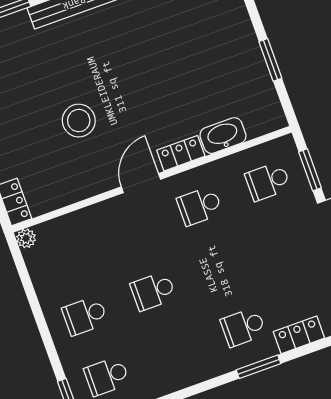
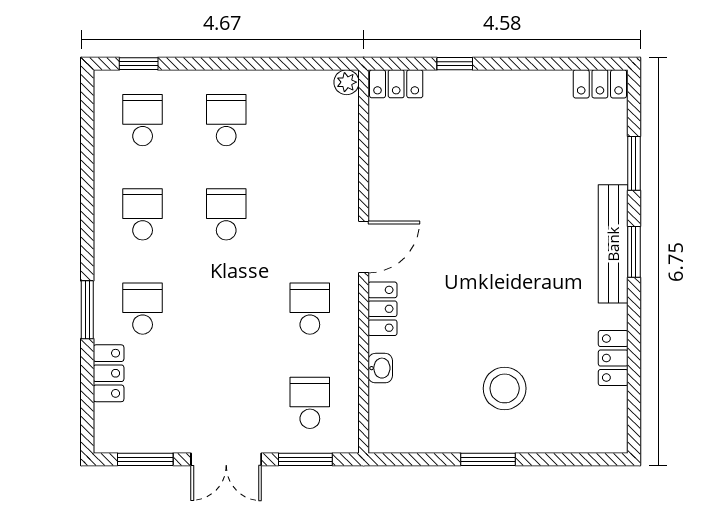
window: (270, 60) -> (488, 459), moved
stool: (79, 121) -> (505, 388), moved
washbasin: (223, 136) -> (380, 368), width x0.52, depth x0.69
door: (141, 183) -> (364, 247), hinge flipped
school desk: (175, 352) -> (143, 214), added

